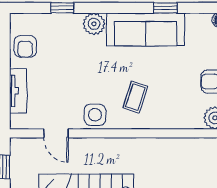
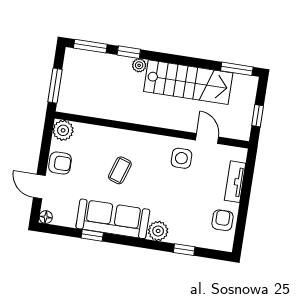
coffee table: (135, 97) -> (120, 170), moved
side table: (95, 115) -> (181, 158), moved

